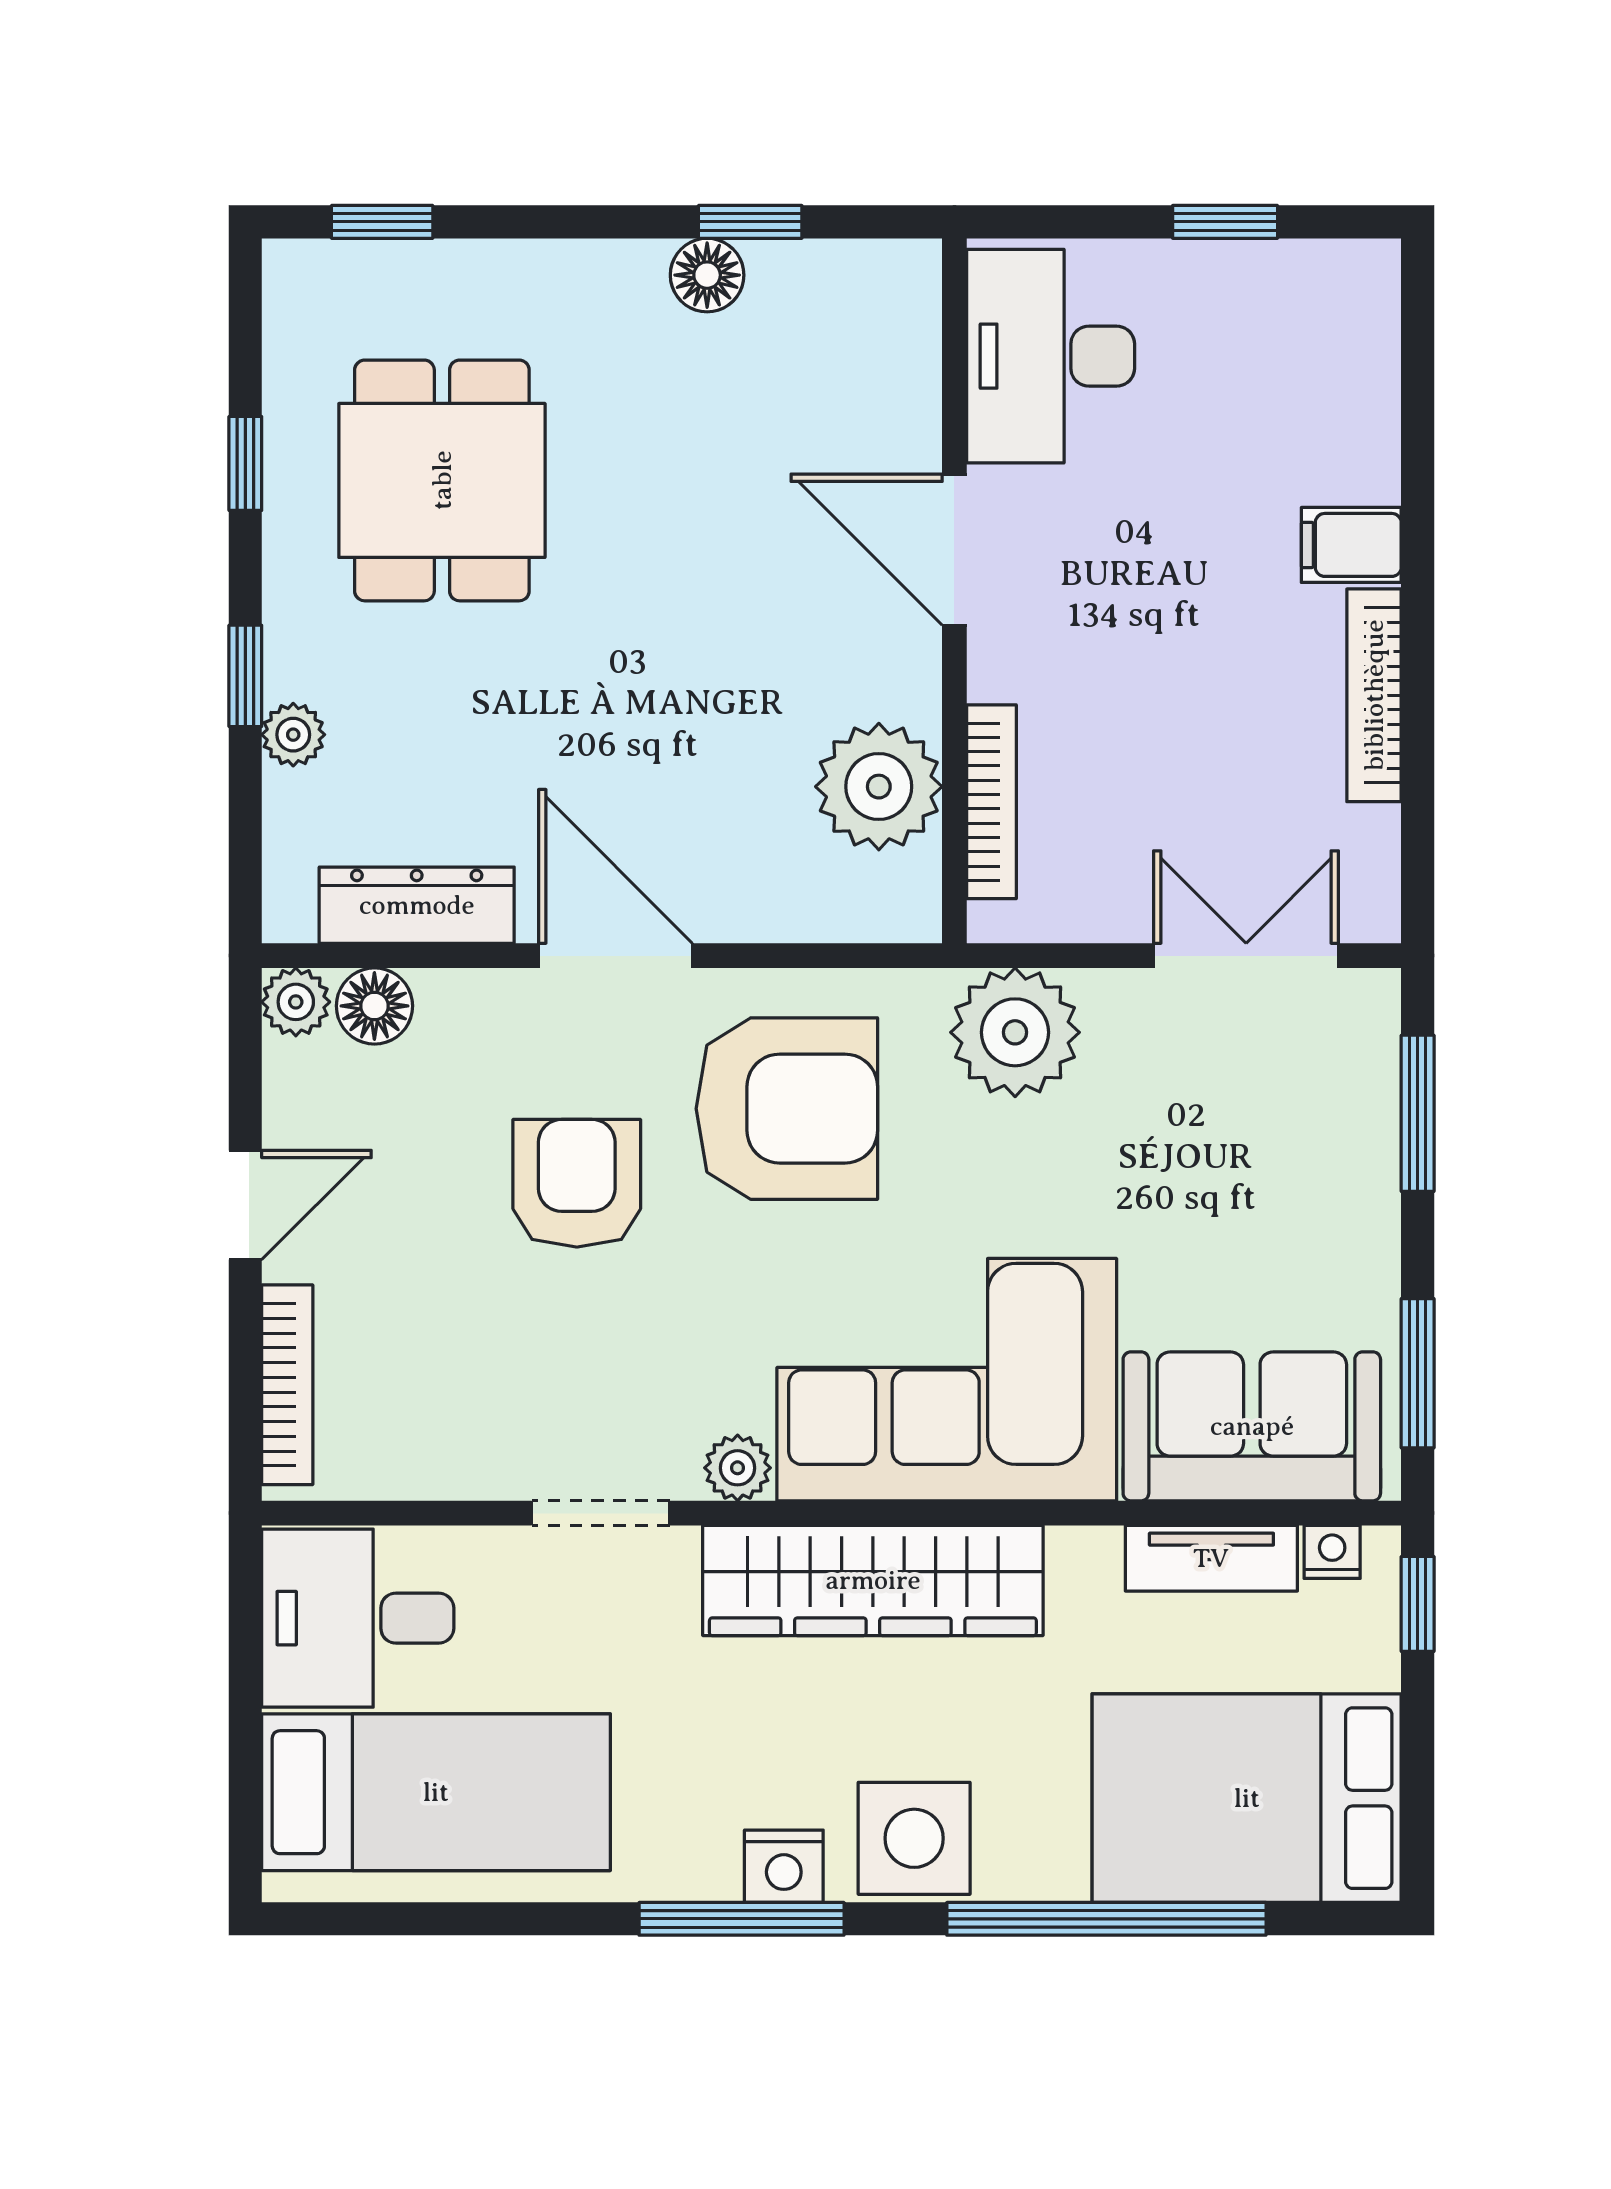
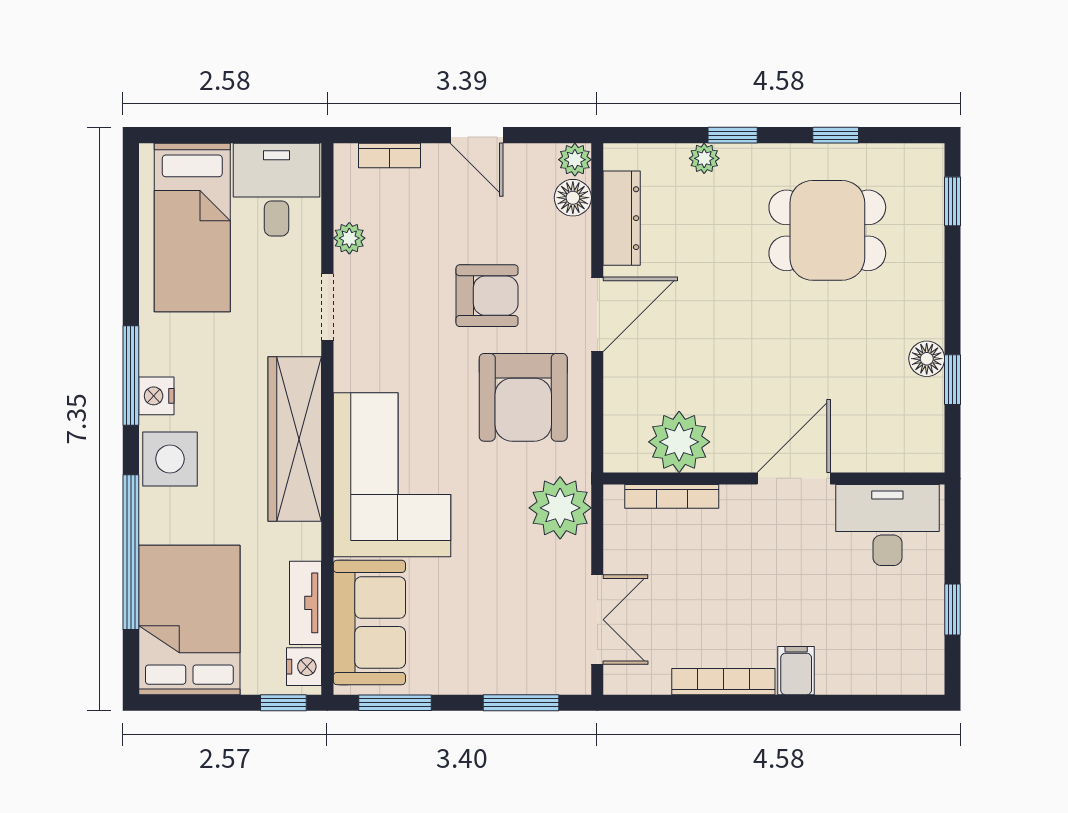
bookcase: (287, 1385) -> (389, 155), width x0.64
plant: (738, 1468) -> (349, 238), moved
nightstand: (1332, 1552) -> (304, 667), width x1.39, depth x1.35

